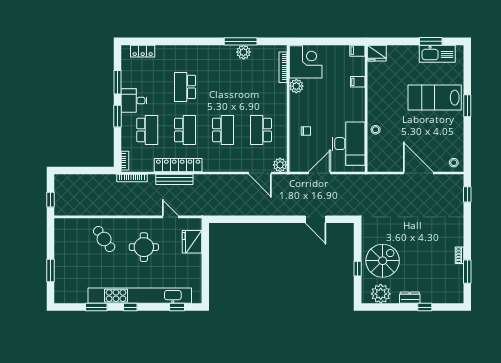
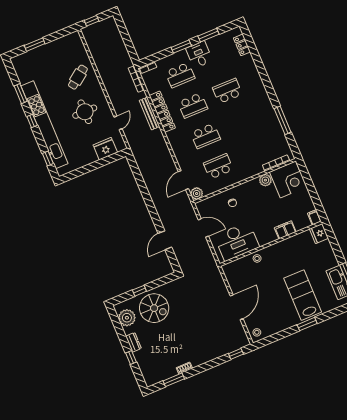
plant: (244, 52) -> (275, 126), removed
filing cabinet: (358, 82) -> (285, 230), width x2.00

